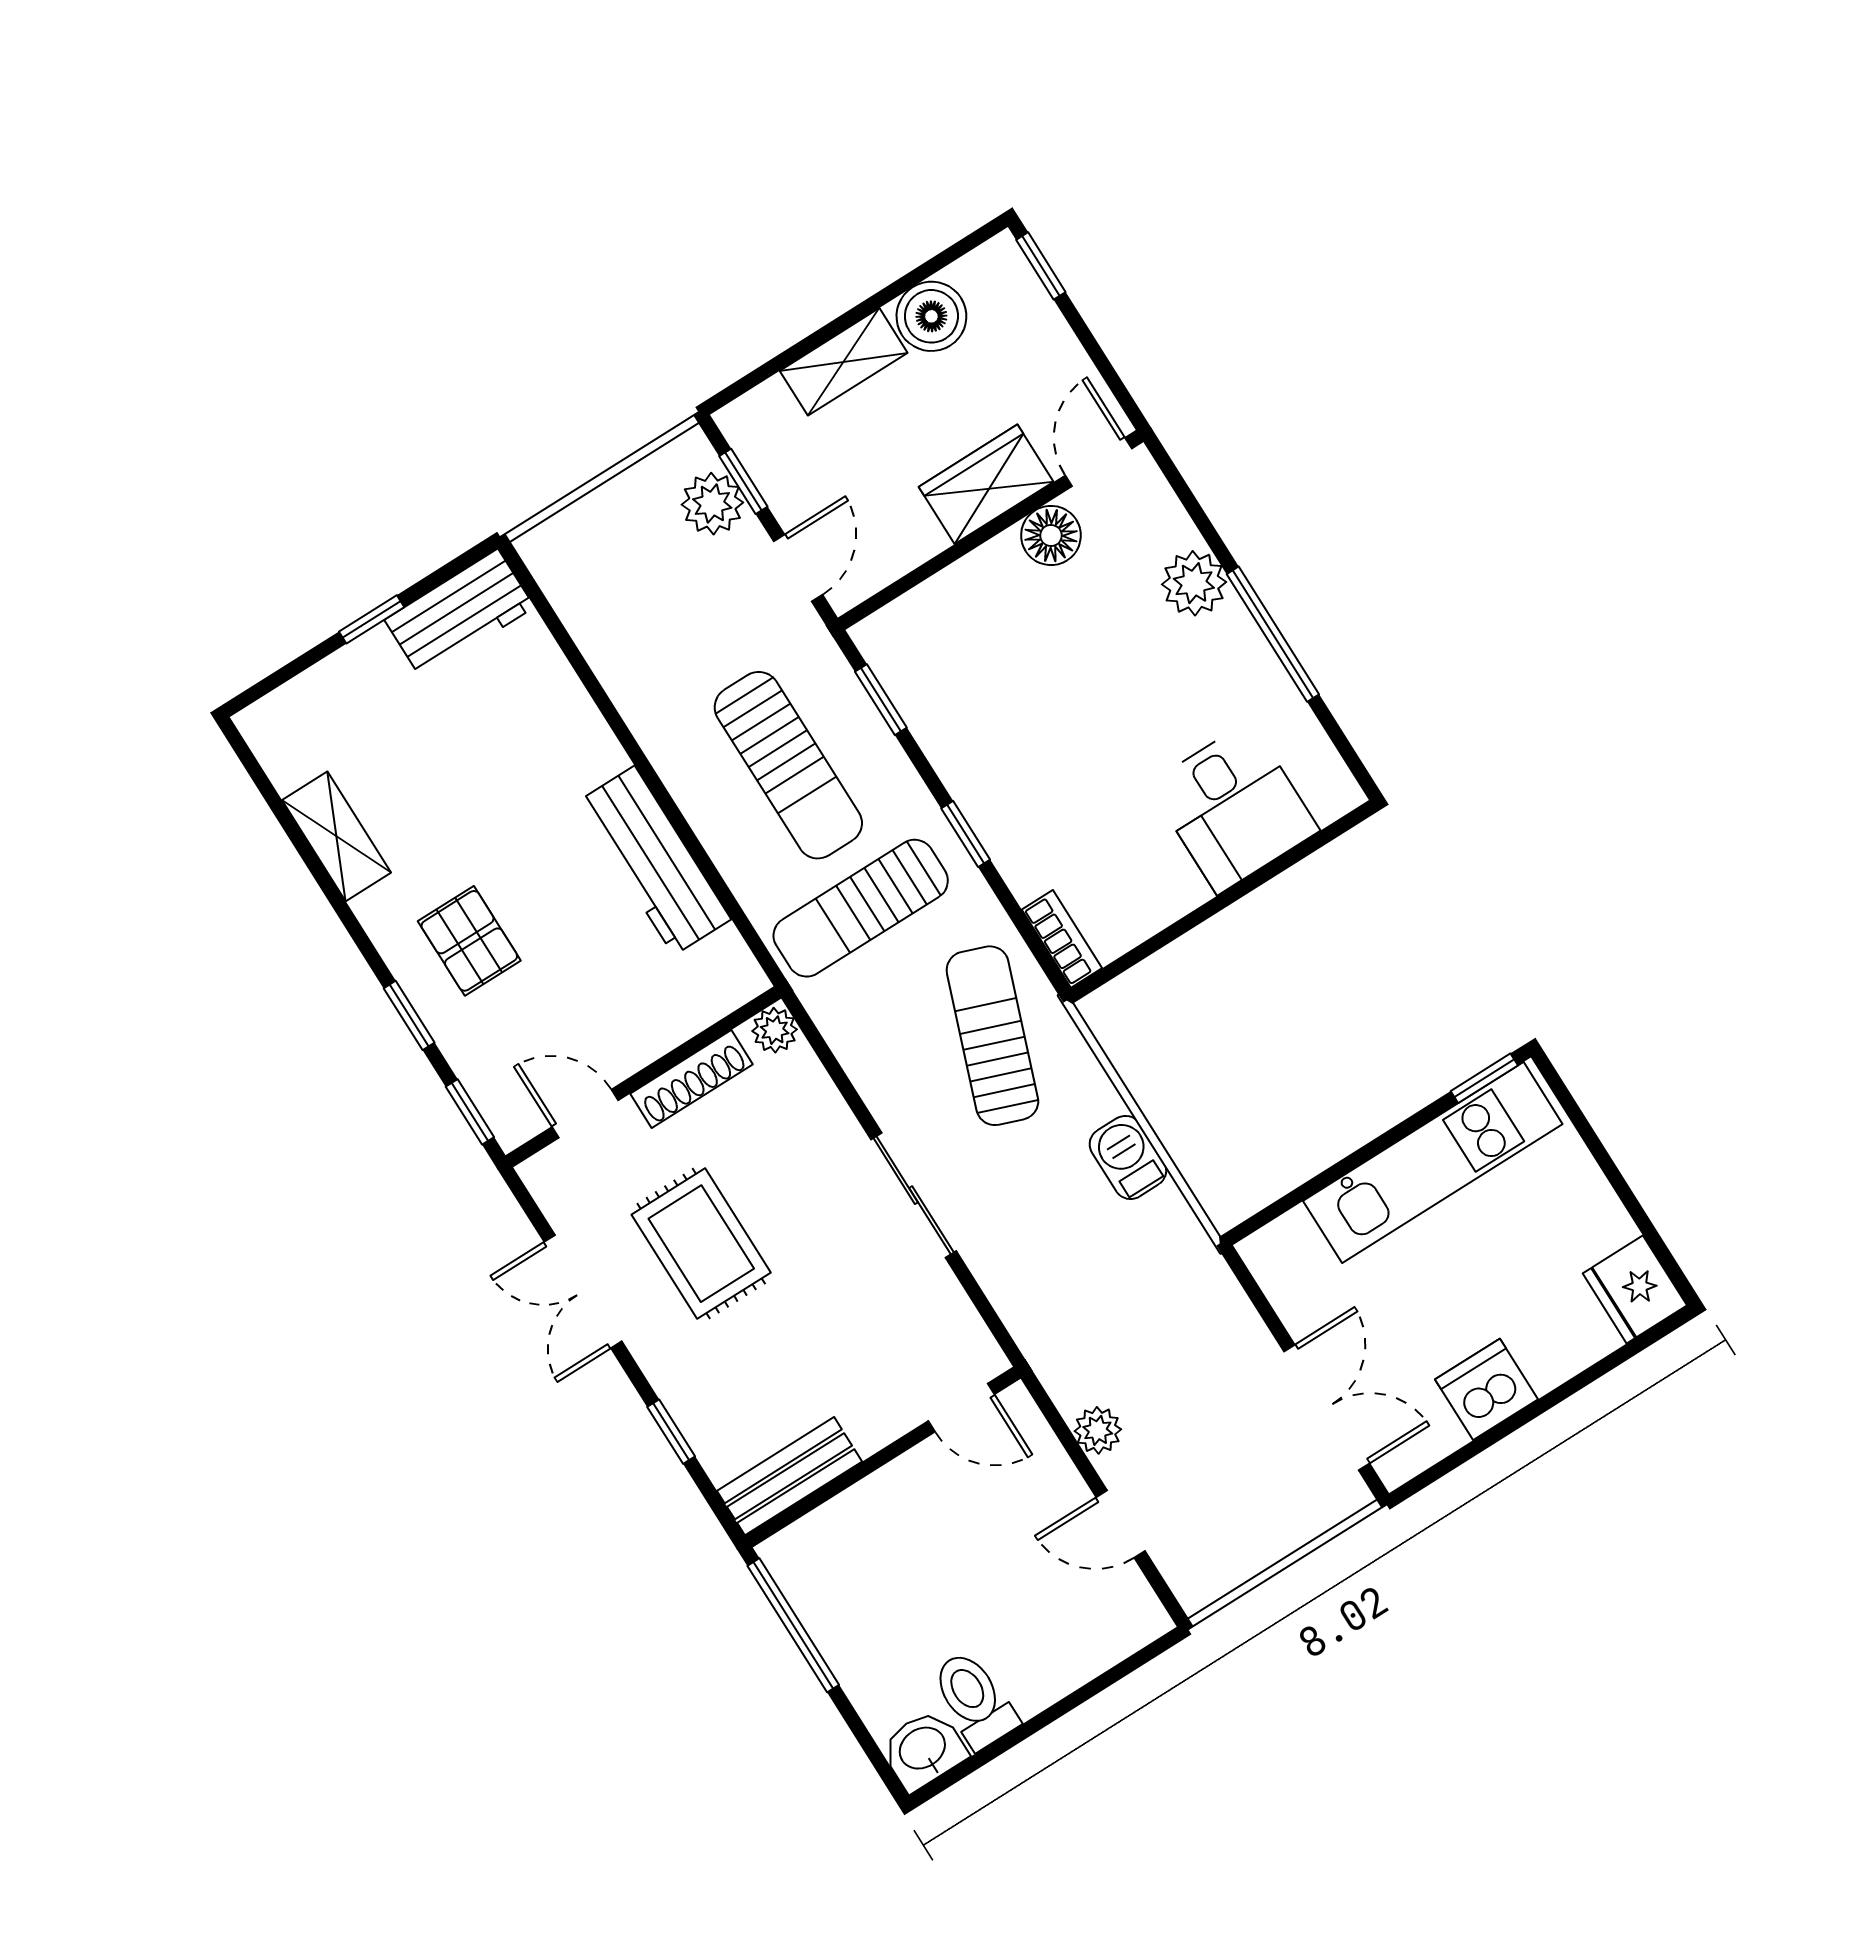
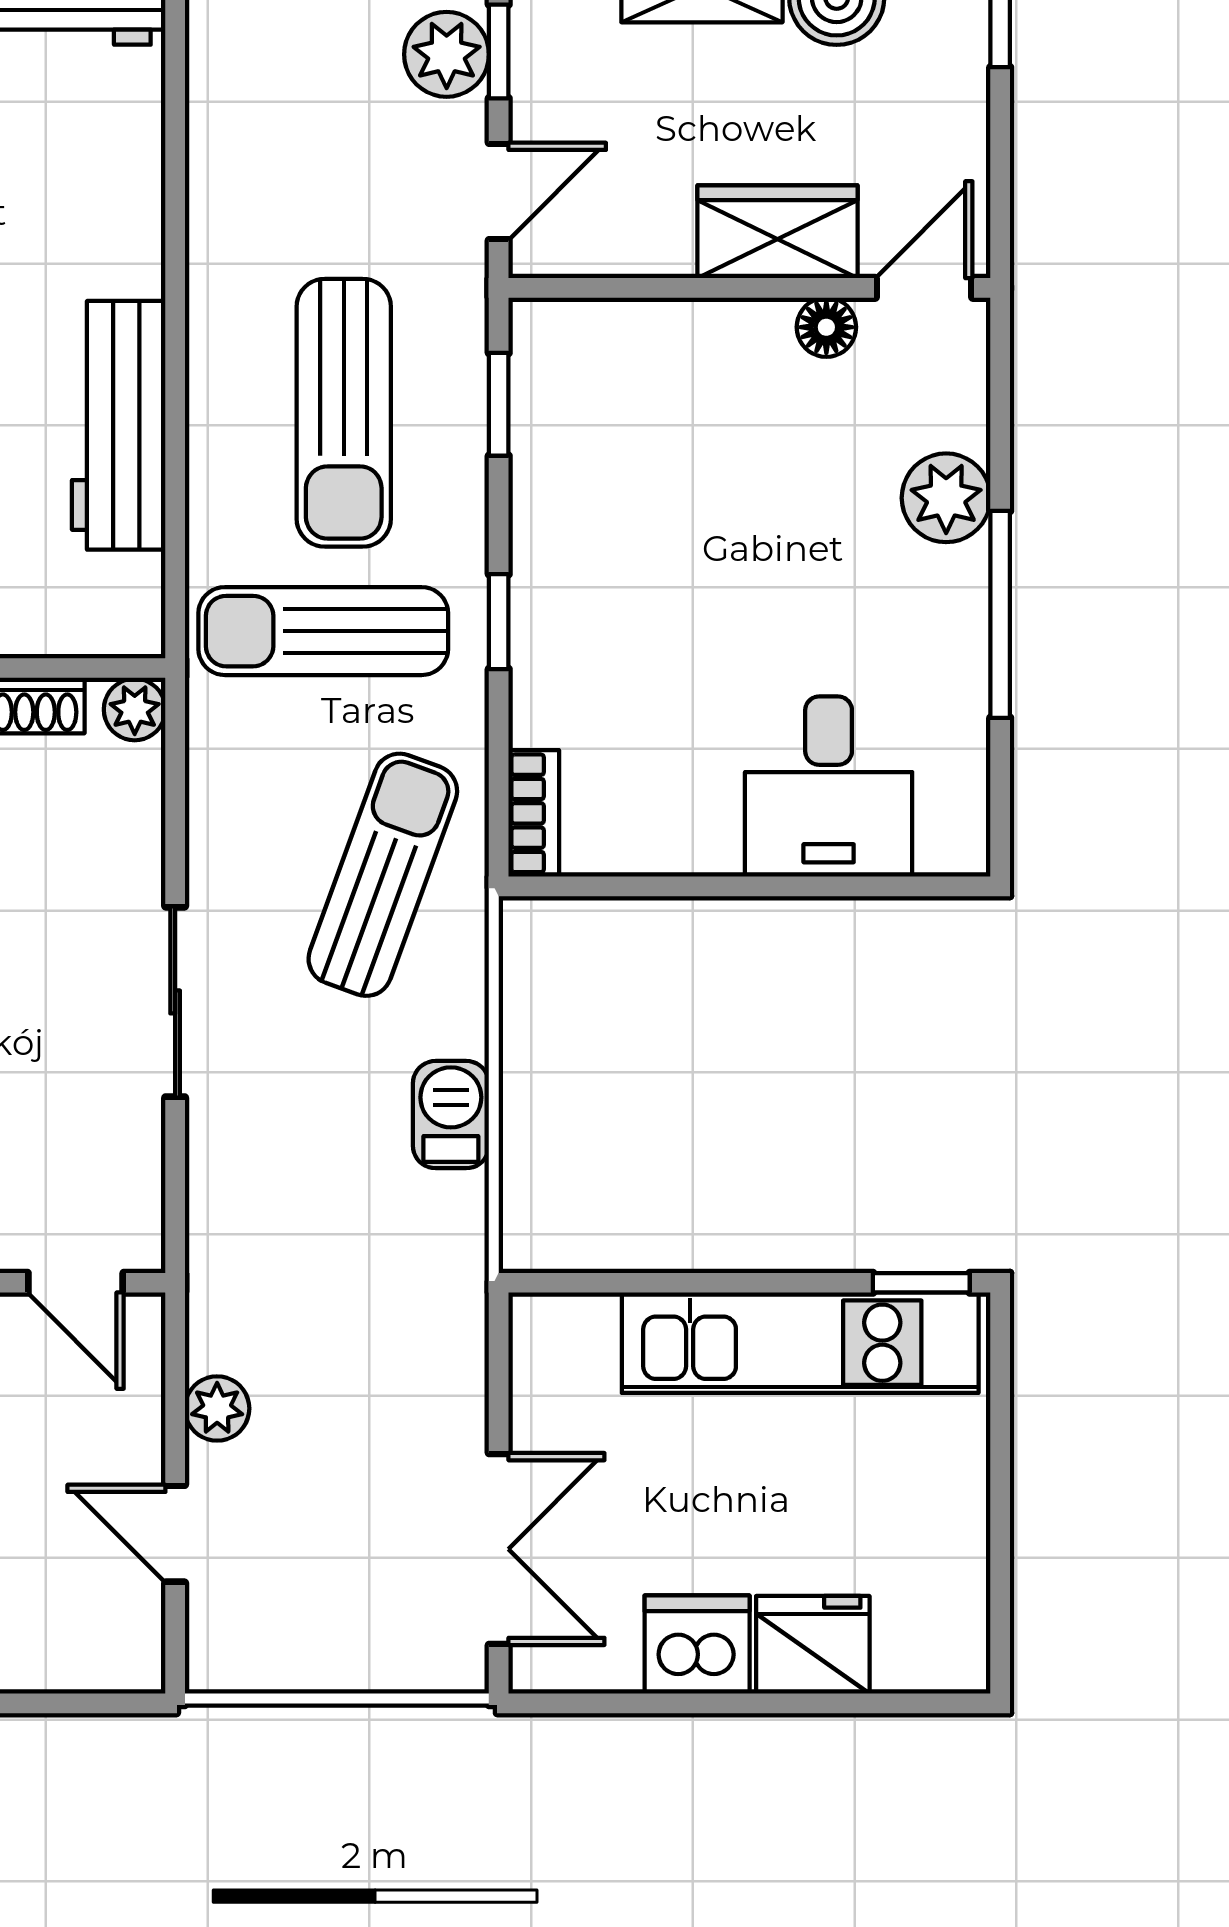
floor lamp: (1051, 535) -> (826, 327), width x0.73, depth x0.73
fridge: (1635, 1289) -> (813, 1645), moved, turned 90

